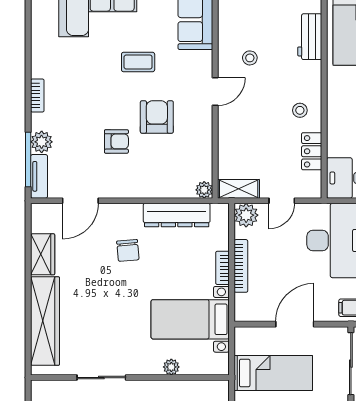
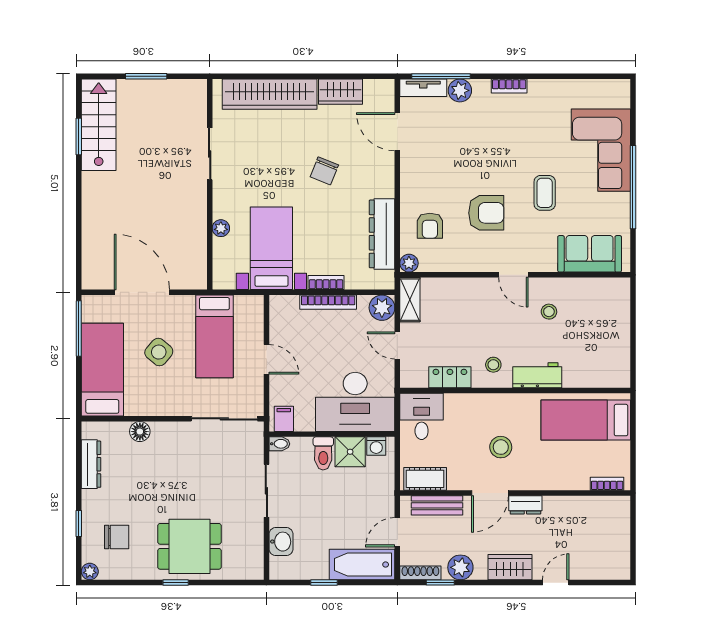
workbench: (310, 37) -> (537, 375), moved
armchair: (116, 141) -> (430, 226), moved
chair: (128, 250) -> (324, 171), moved, turned -63
door: (295, 324) -> (266, 359), width x0.73

